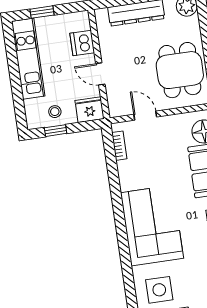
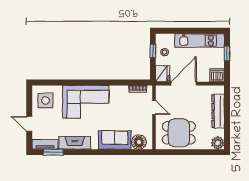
dishwasher: (82, 43) -> (217, 75), moved
door: (100, 74) -> (184, 84), width x1.88
door: (145, 116) -> (154, 107), hinge flipped

